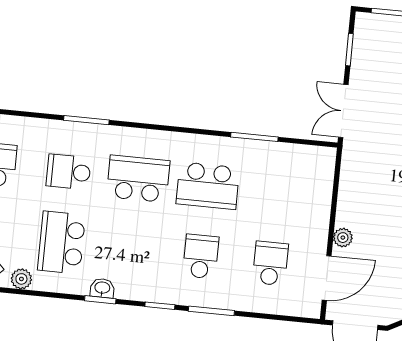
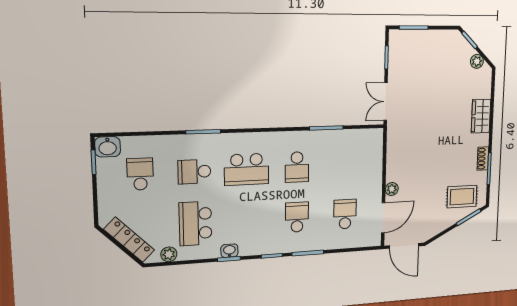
school desk: (138, 179) -> (247, 169), turned 180
school desk: (208, 186) -> (297, 167), width x0.54

